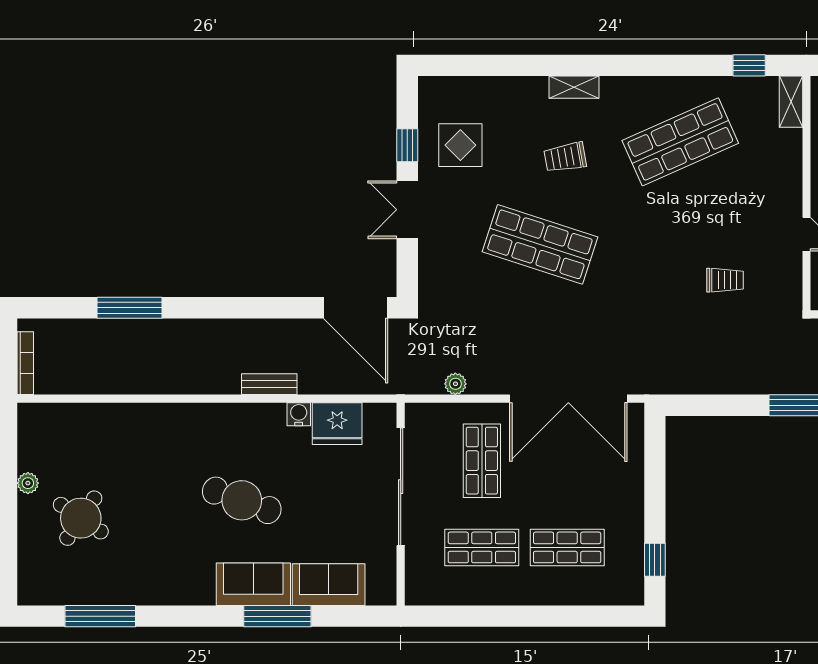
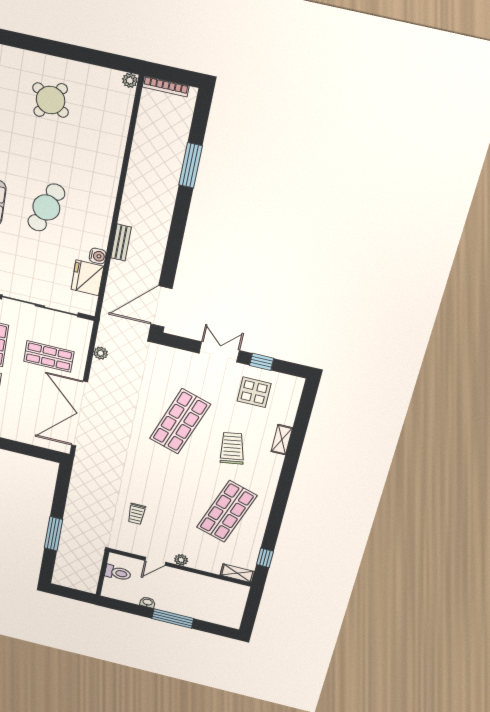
shelving: (574, 87) -> (282, 440), moved
shop shelf: (680, 142) -> (227, 511), turned 42
trolley: (565, 157) -> (232, 448), width x1.36, depth x1.39
plant: (792, 194) -> (181, 560), added
plant: (28, 483) -> (130, 80), moved

